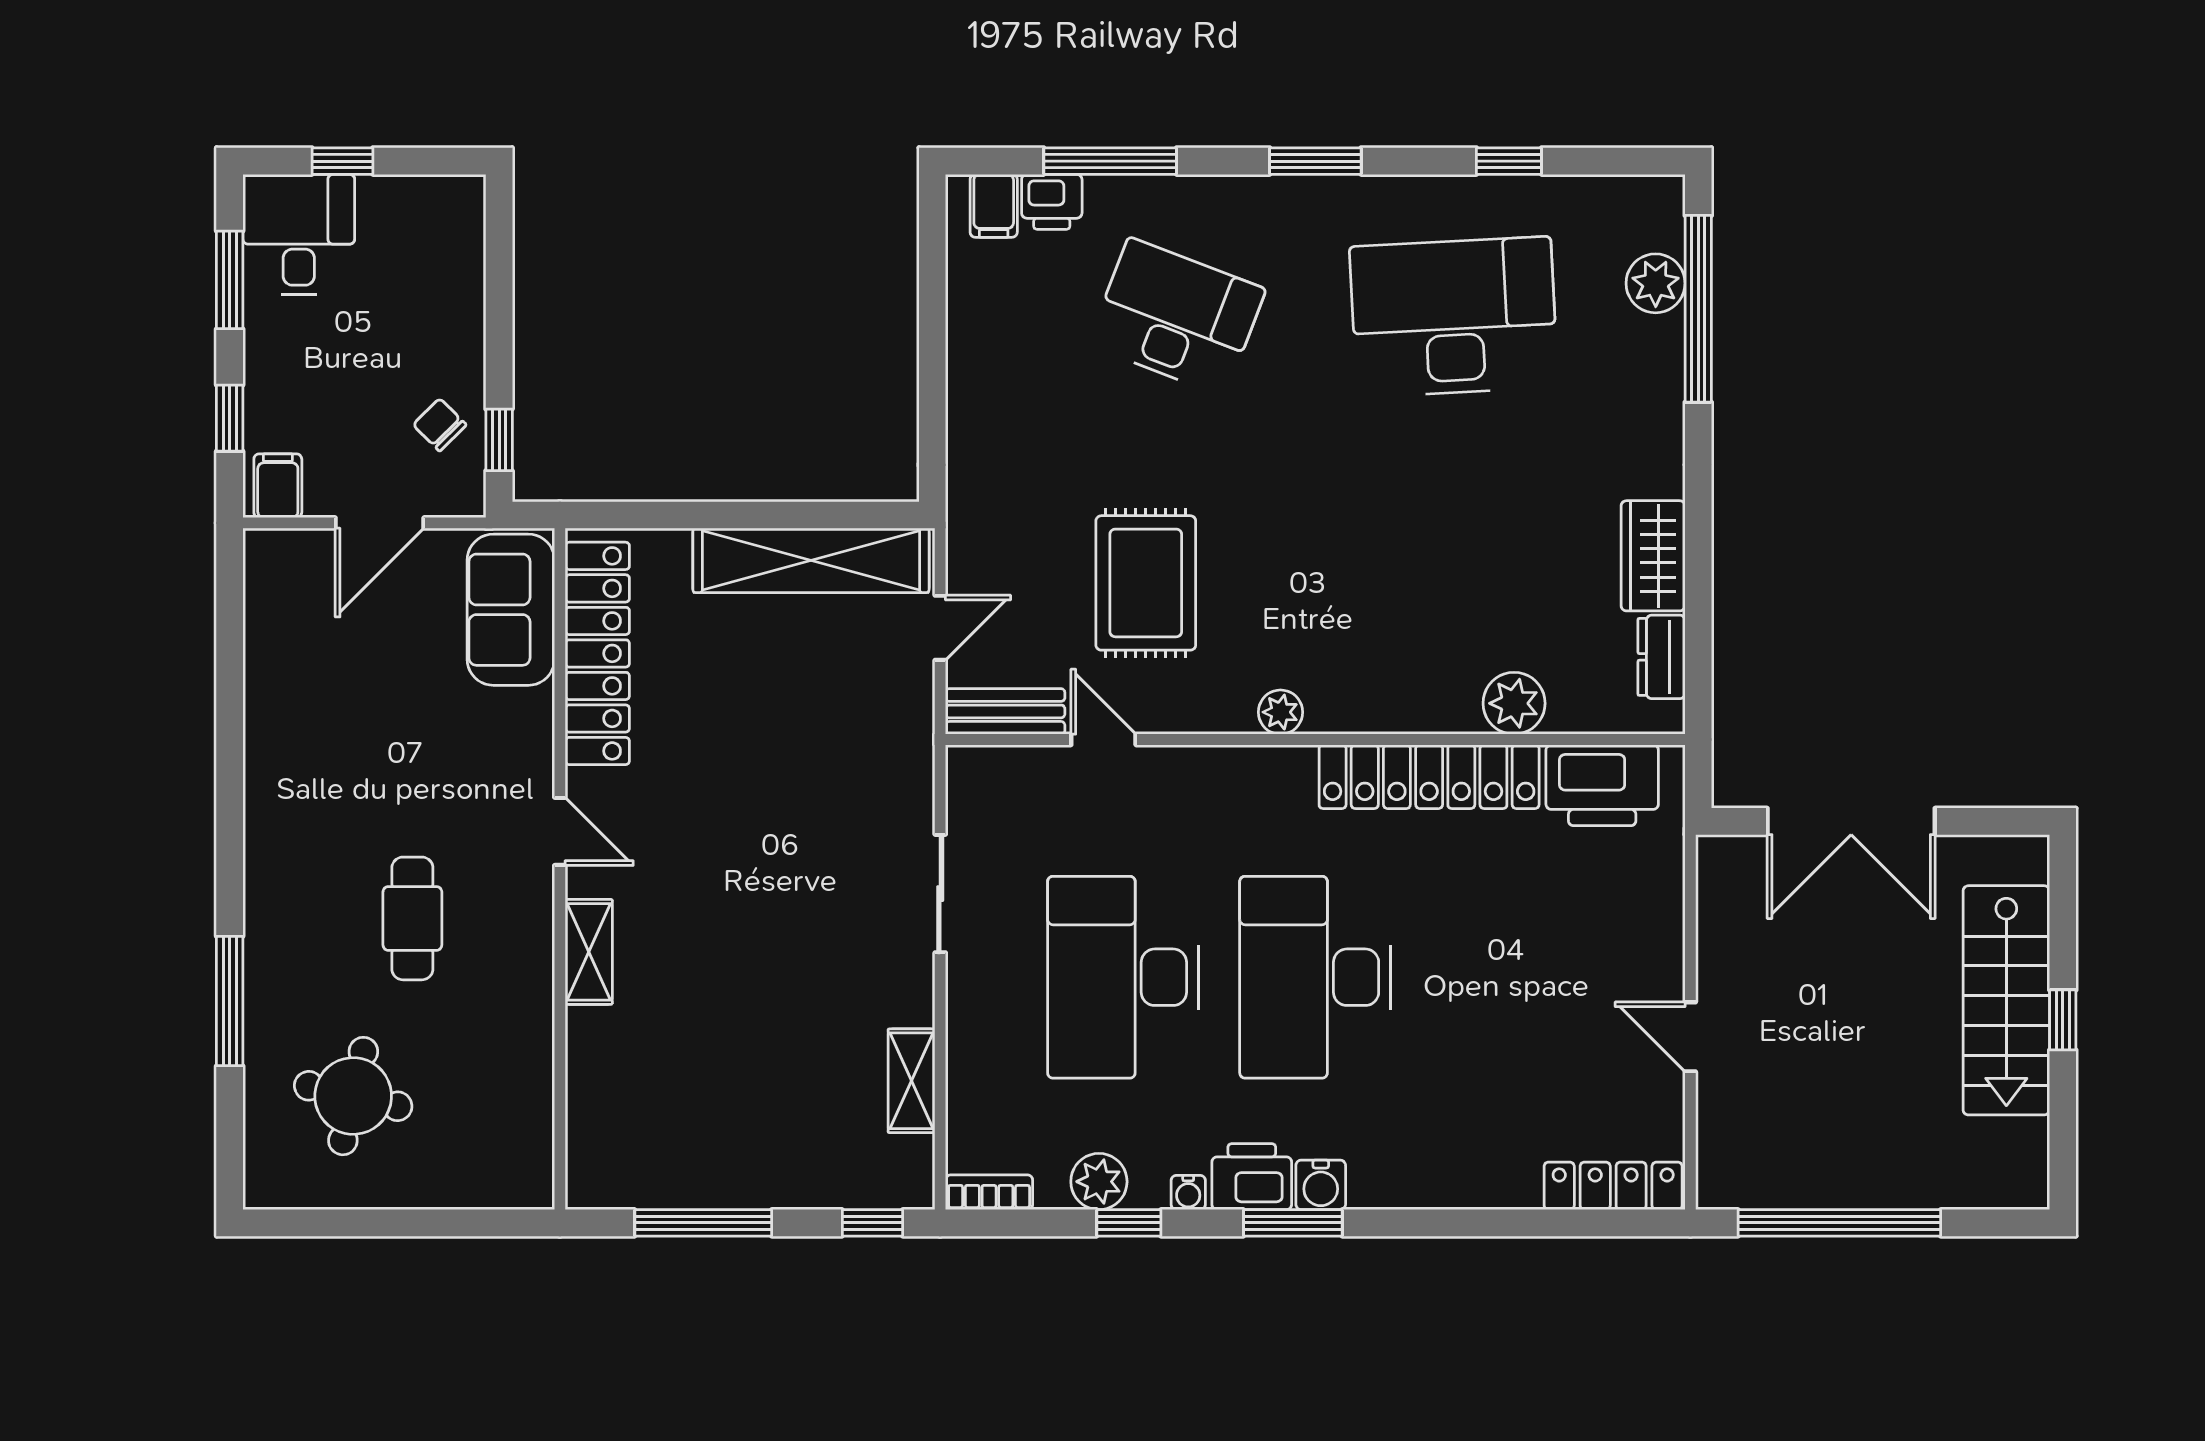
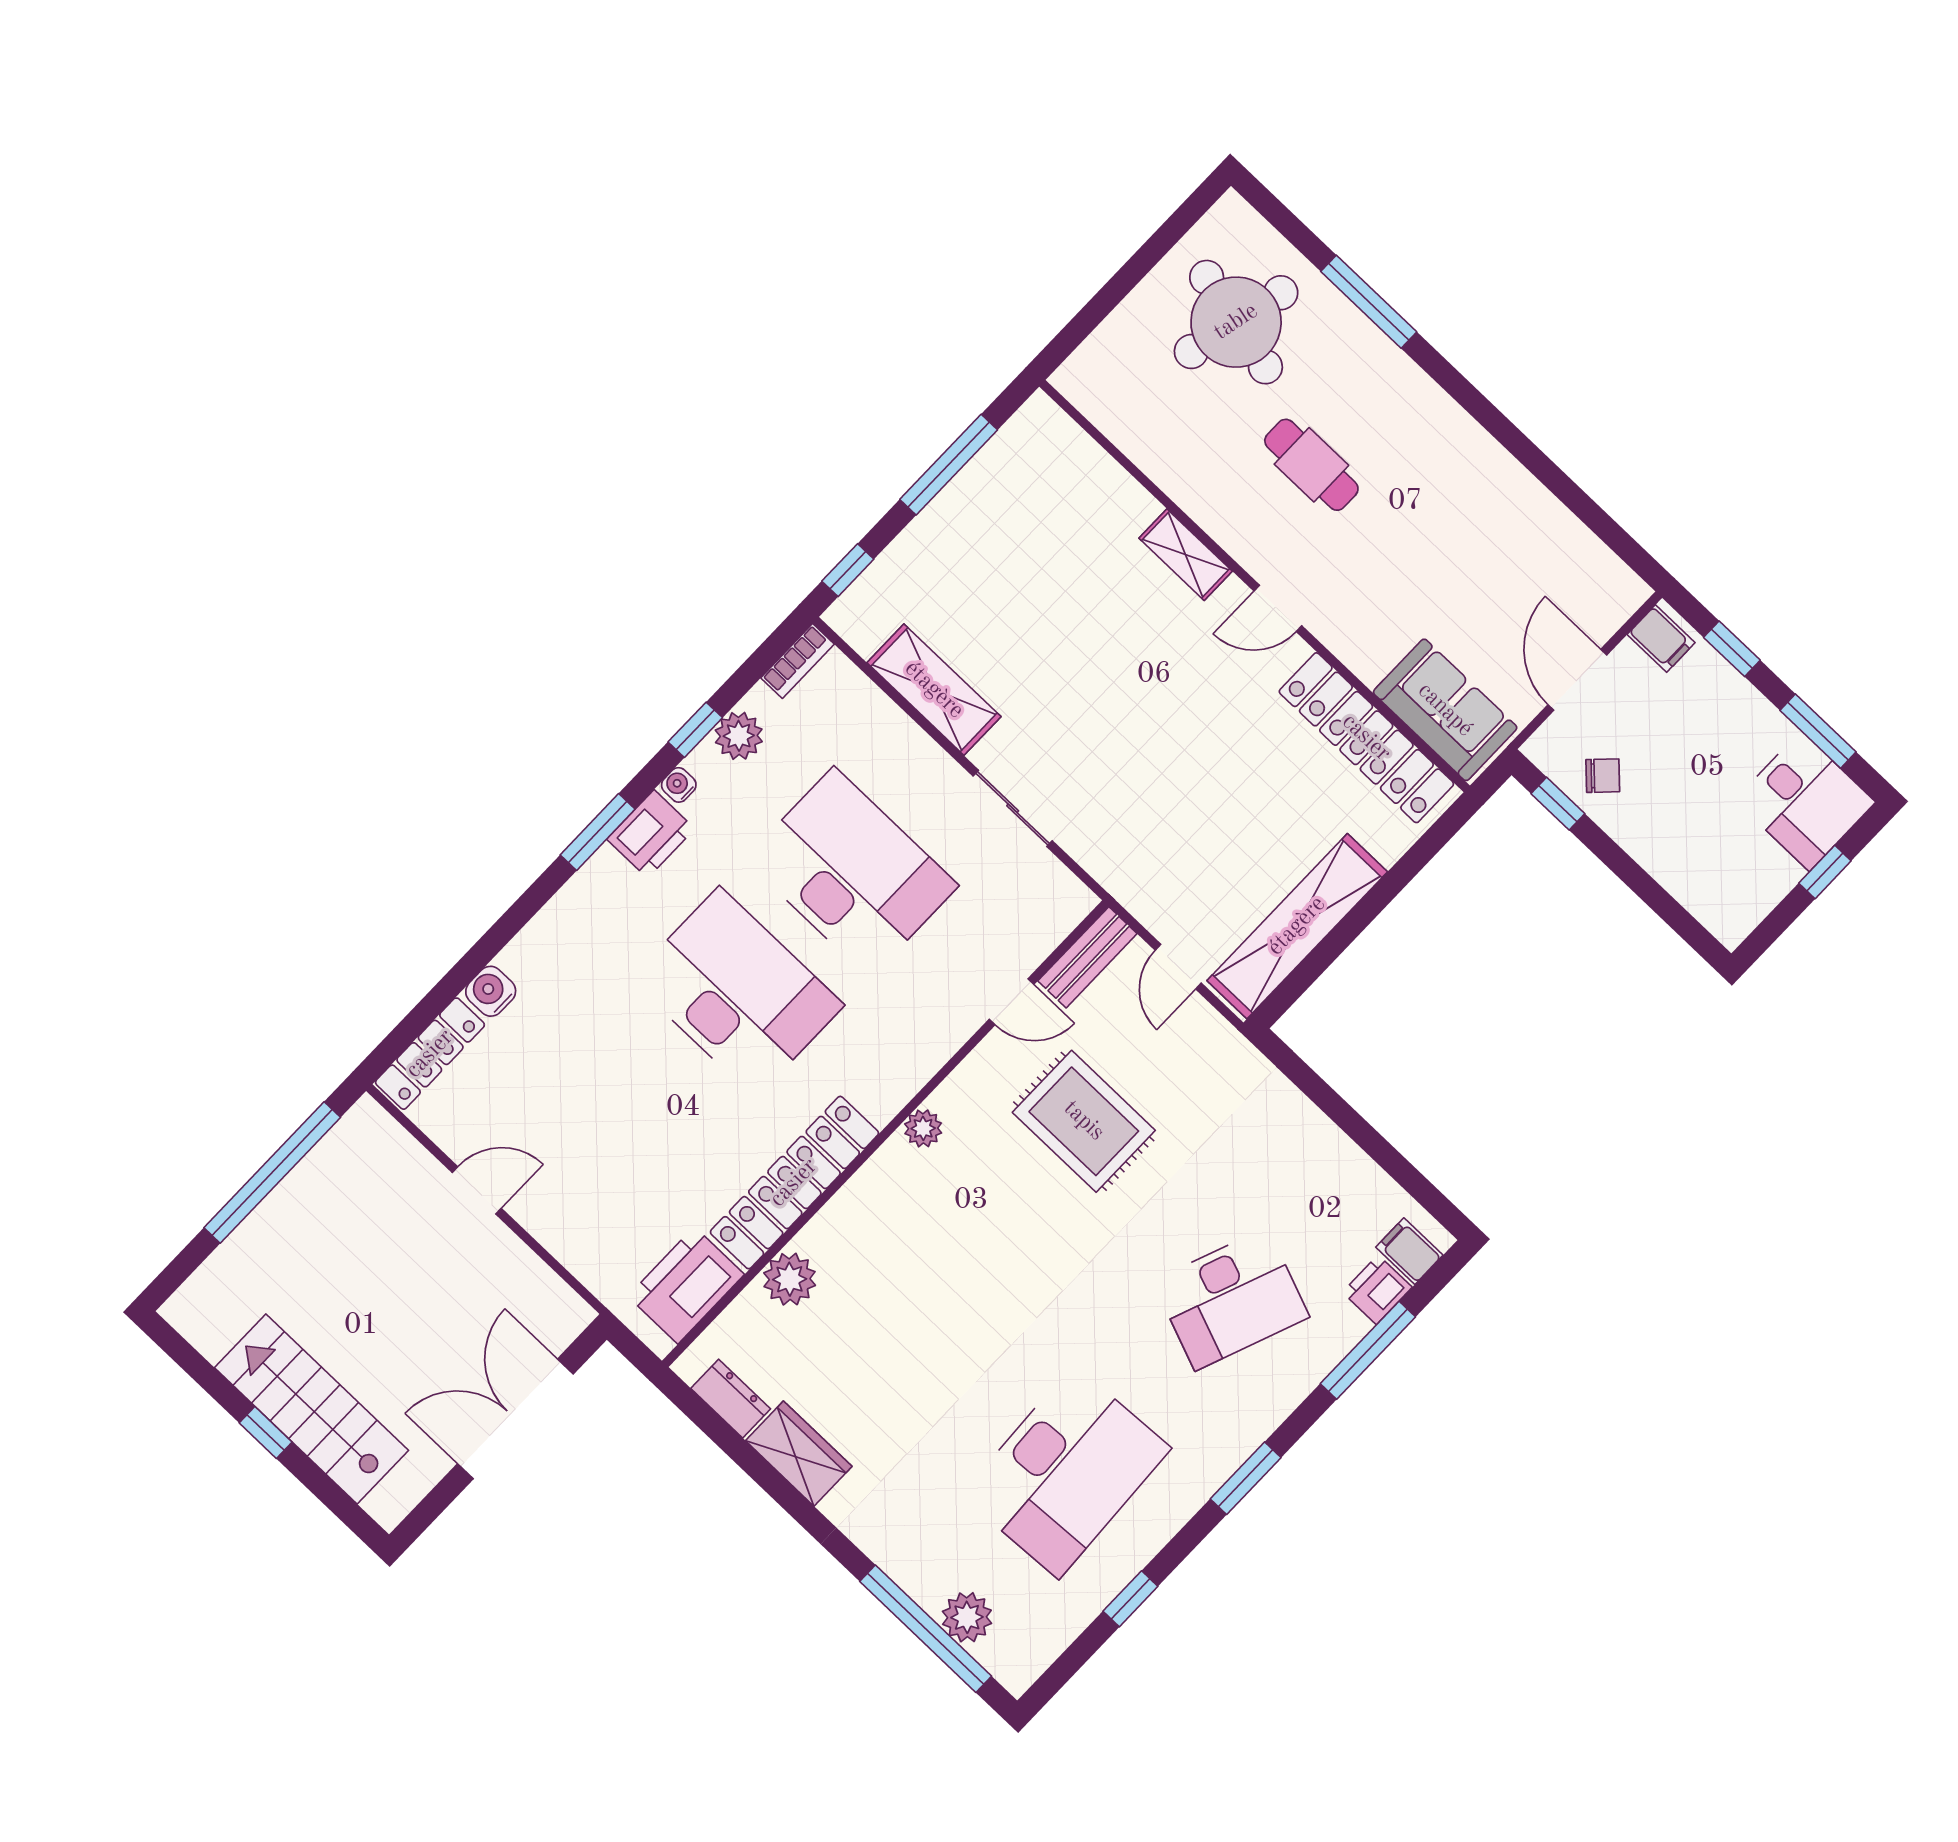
shelving: (912, 1081) -> (934, 690), width x1.50, depth x1.33
round table: (353, 1096) -> (1236, 322), width x1.36, depth x1.36
water cooler: (1321, 1185) -> (491, 991), moved

